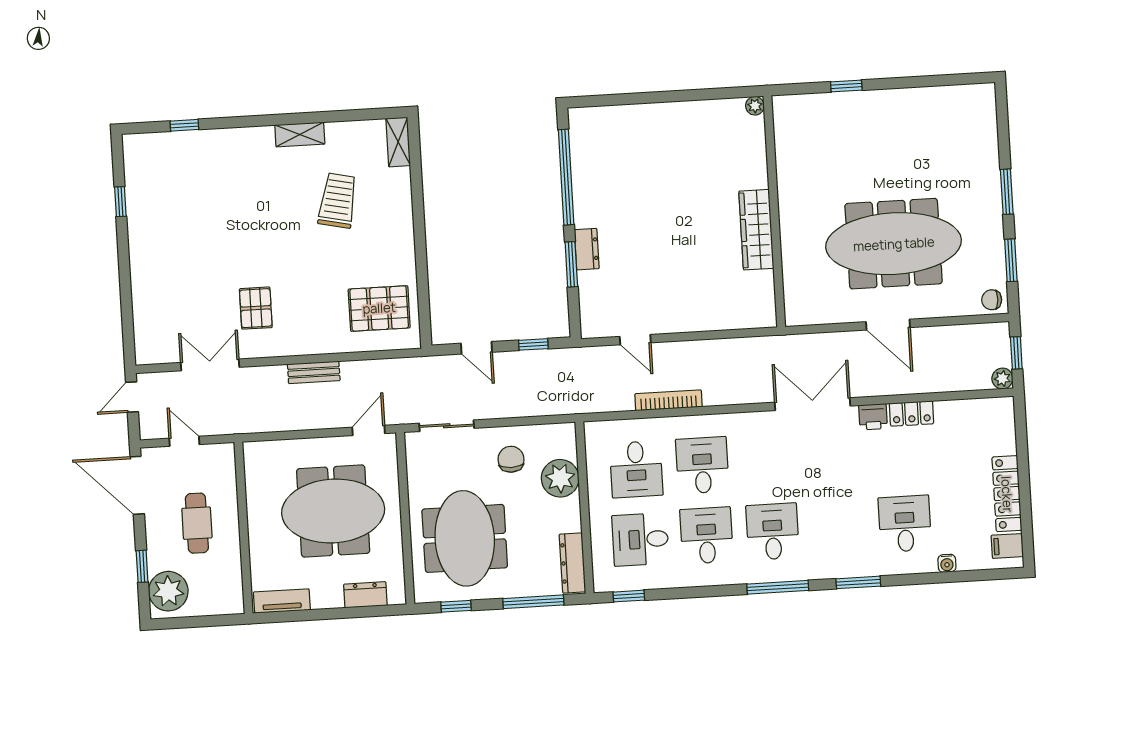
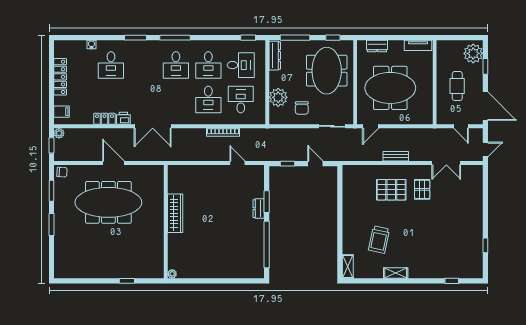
pallet: (379, 308) -> (391, 190), moved
filing cabinet: (1007, 546) -> (62, 112), moved

